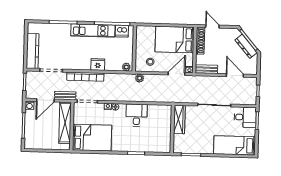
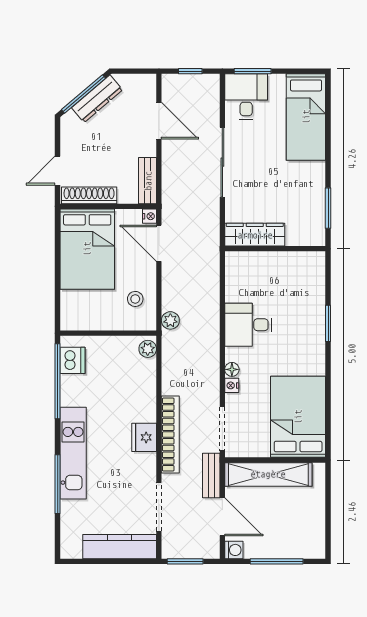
kitchen unit: (93, 30) -> (73, 453), moved
fridge: (98, 65) -> (144, 437), moved
door: (235, 75) -> (159, 121), swing flipped

